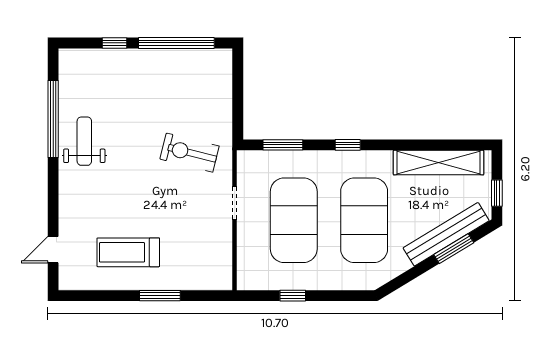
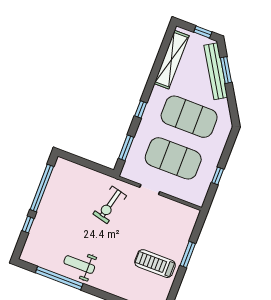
treadmill: (128, 252) -> (155, 264), turned 90

